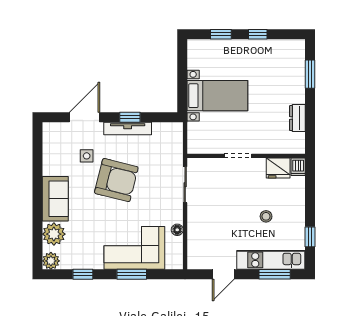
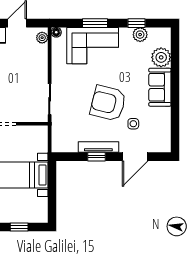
floor lamp: (177, 230) -> (56, 32), moved
plant: (194, 257) -> (42, 38), added
plant: (51, 261) -> (140, 35), moved

